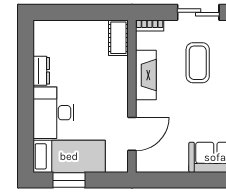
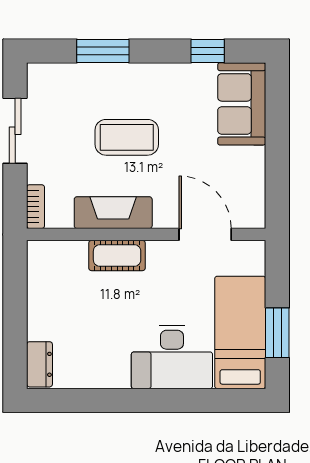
cot: (118, 38) -> (117, 256), moved
coffee table: (198, 63) -> (127, 137), moved
dresser: (41, 71) -> (40, 364), moved, turned 90

